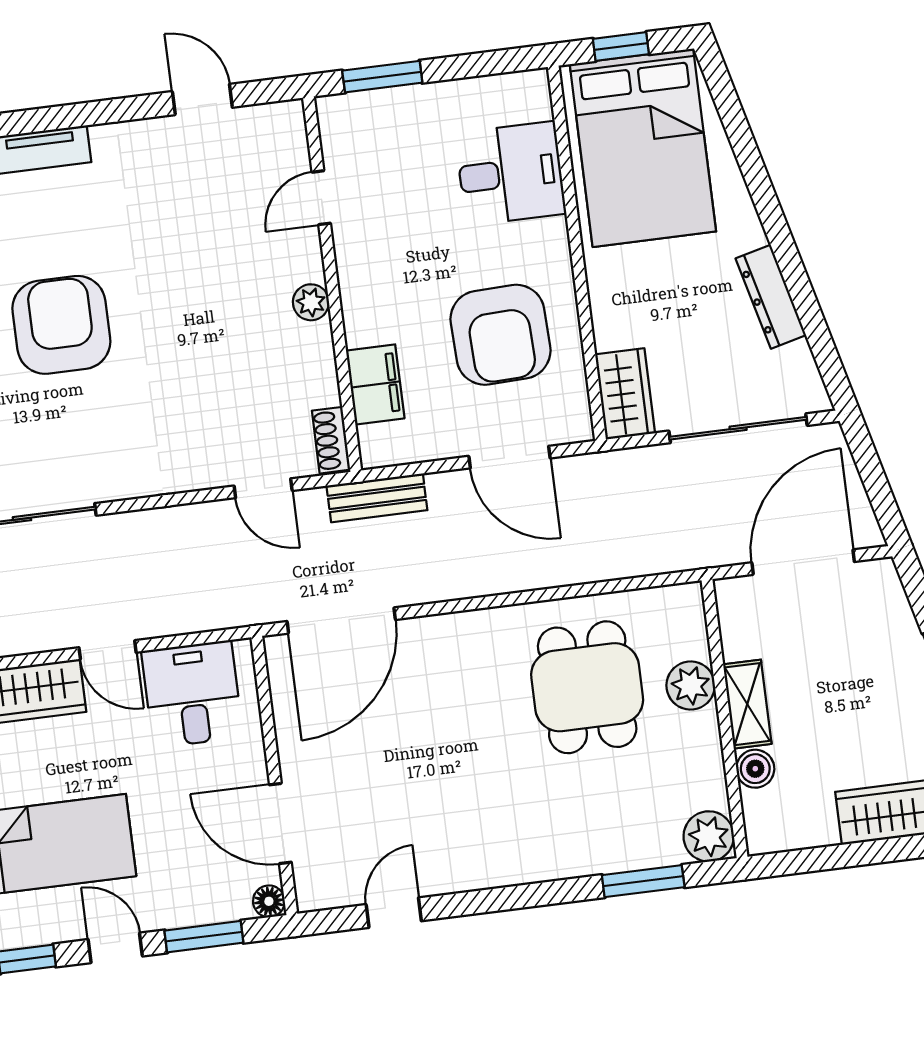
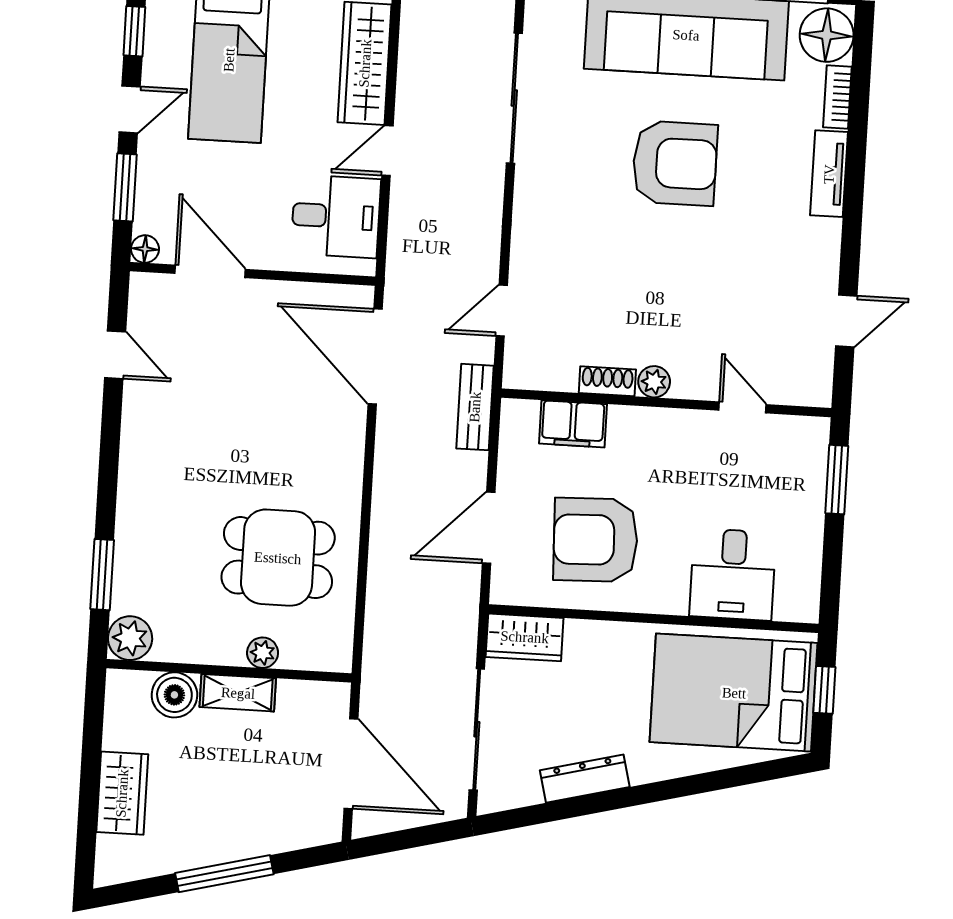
shoe rack: (331, 440) -> (607, 381), moved
plant: (691, 686) -> (263, 653), width x0.73, depth x0.73
boiler: (755, 769) -> (174, 695), width x1.36, depth x1.36
door: (280, 823) -> (210, 271), hinge flipped

